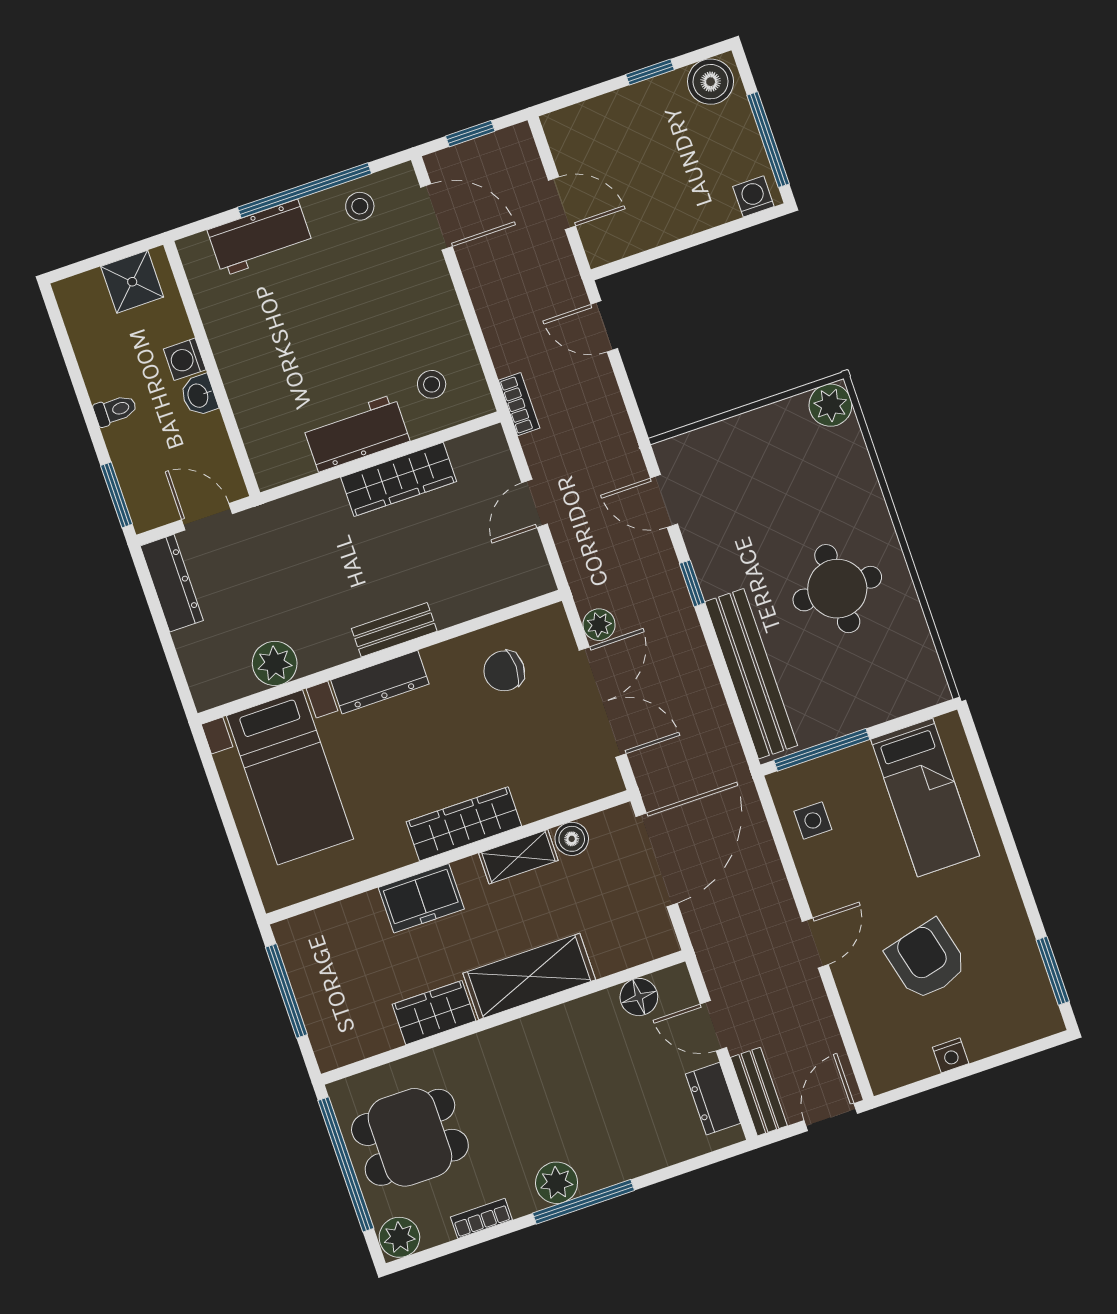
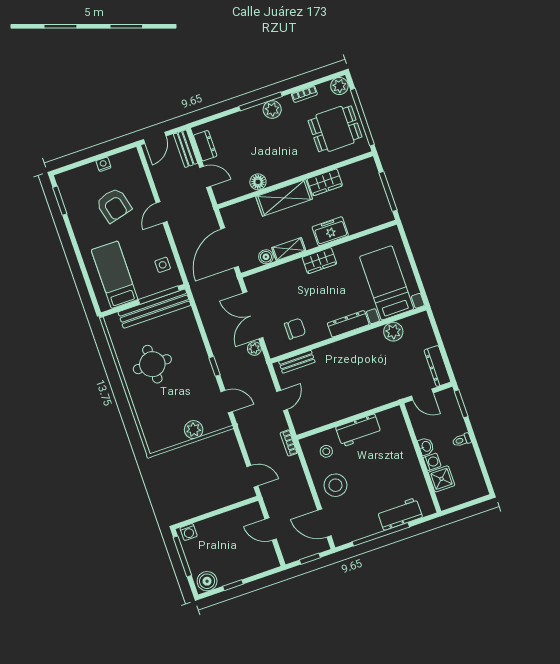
stool: (360, 206) -> (335, 485), moved, width x1.89, depth x1.89
shower: (132, 282) -> (442, 479), moved
plant: (830, 405) -> (194, 430), moved
wardrobe: (399, 479) -> (340, 411), removed
bench: (394, 630) -> (297, 362), moved
bench: (751, 674) -> (154, 309), moved, turned 90
wardrobe: (464, 824) -> (319, 261), width x0.67
floor lamp: (639, 997) -> (258, 182), moved

